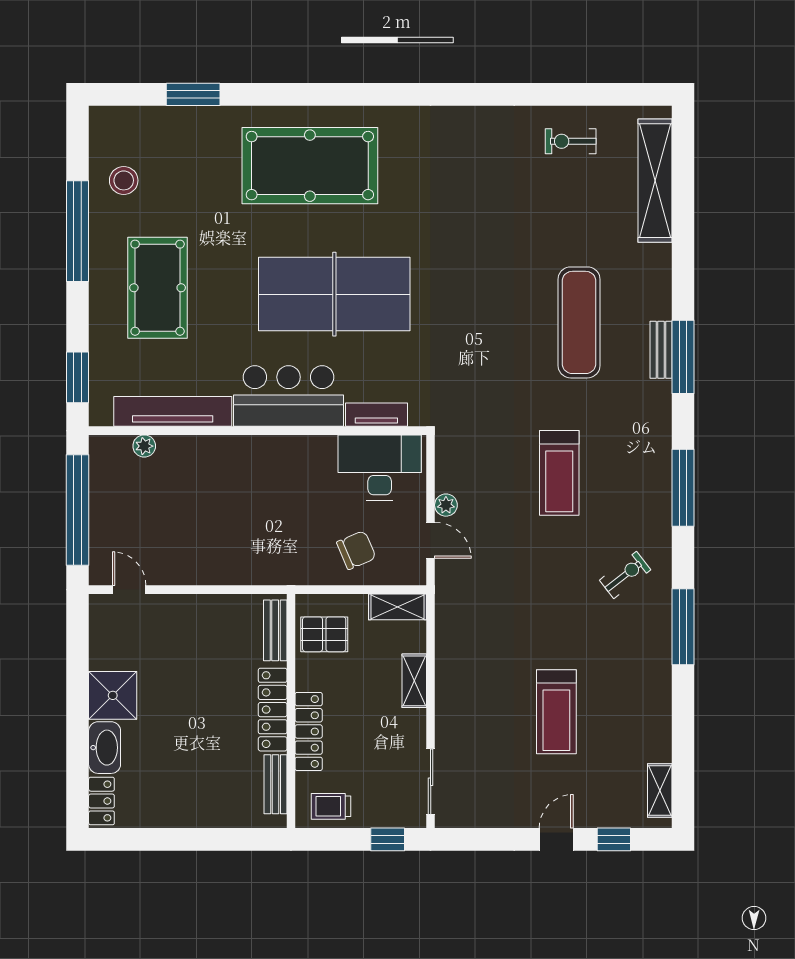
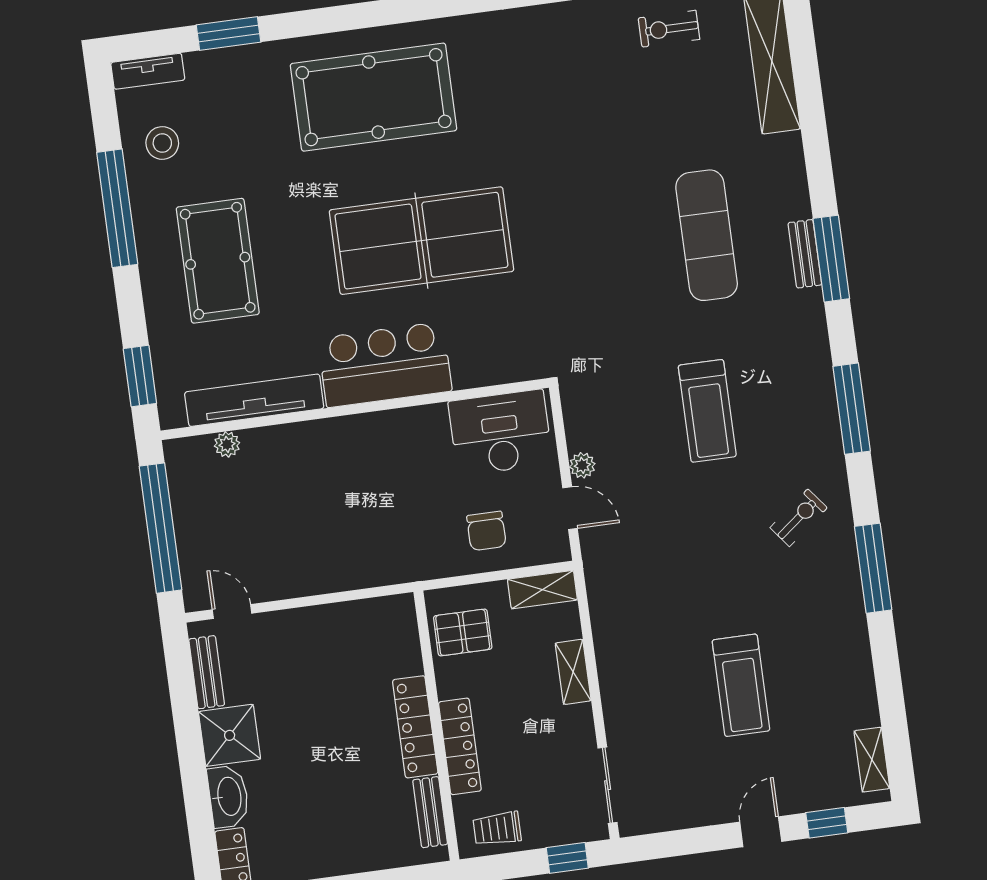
tv unit: (376, 415) -> (148, 71), moved, turned 180
chair: (356, 550) -> (486, 531), turned 113
bench: (275, 630) -> (207, 672), moved

